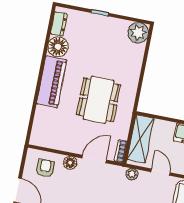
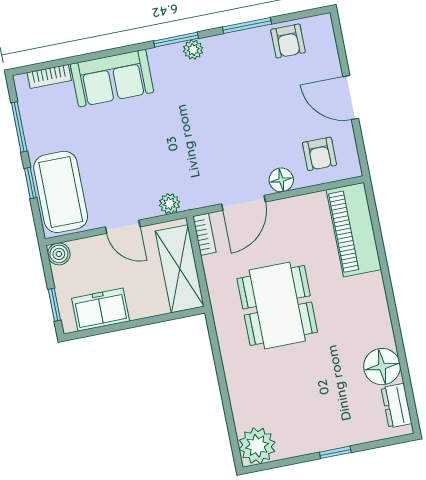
piano: (52, 82) -> (354, 230), moved

